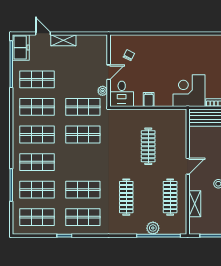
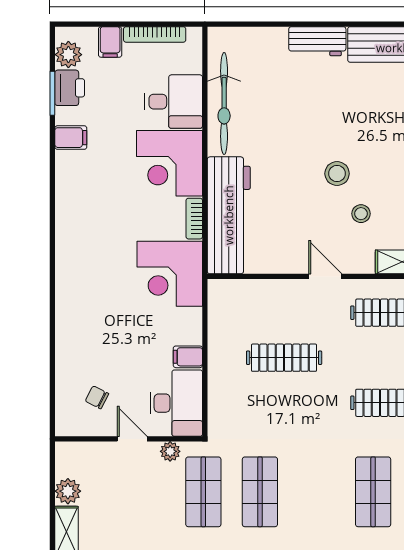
plant: (83, 41) -> (68, 491), added
desk: (122, 94) -> (176, 403), width x1.37

